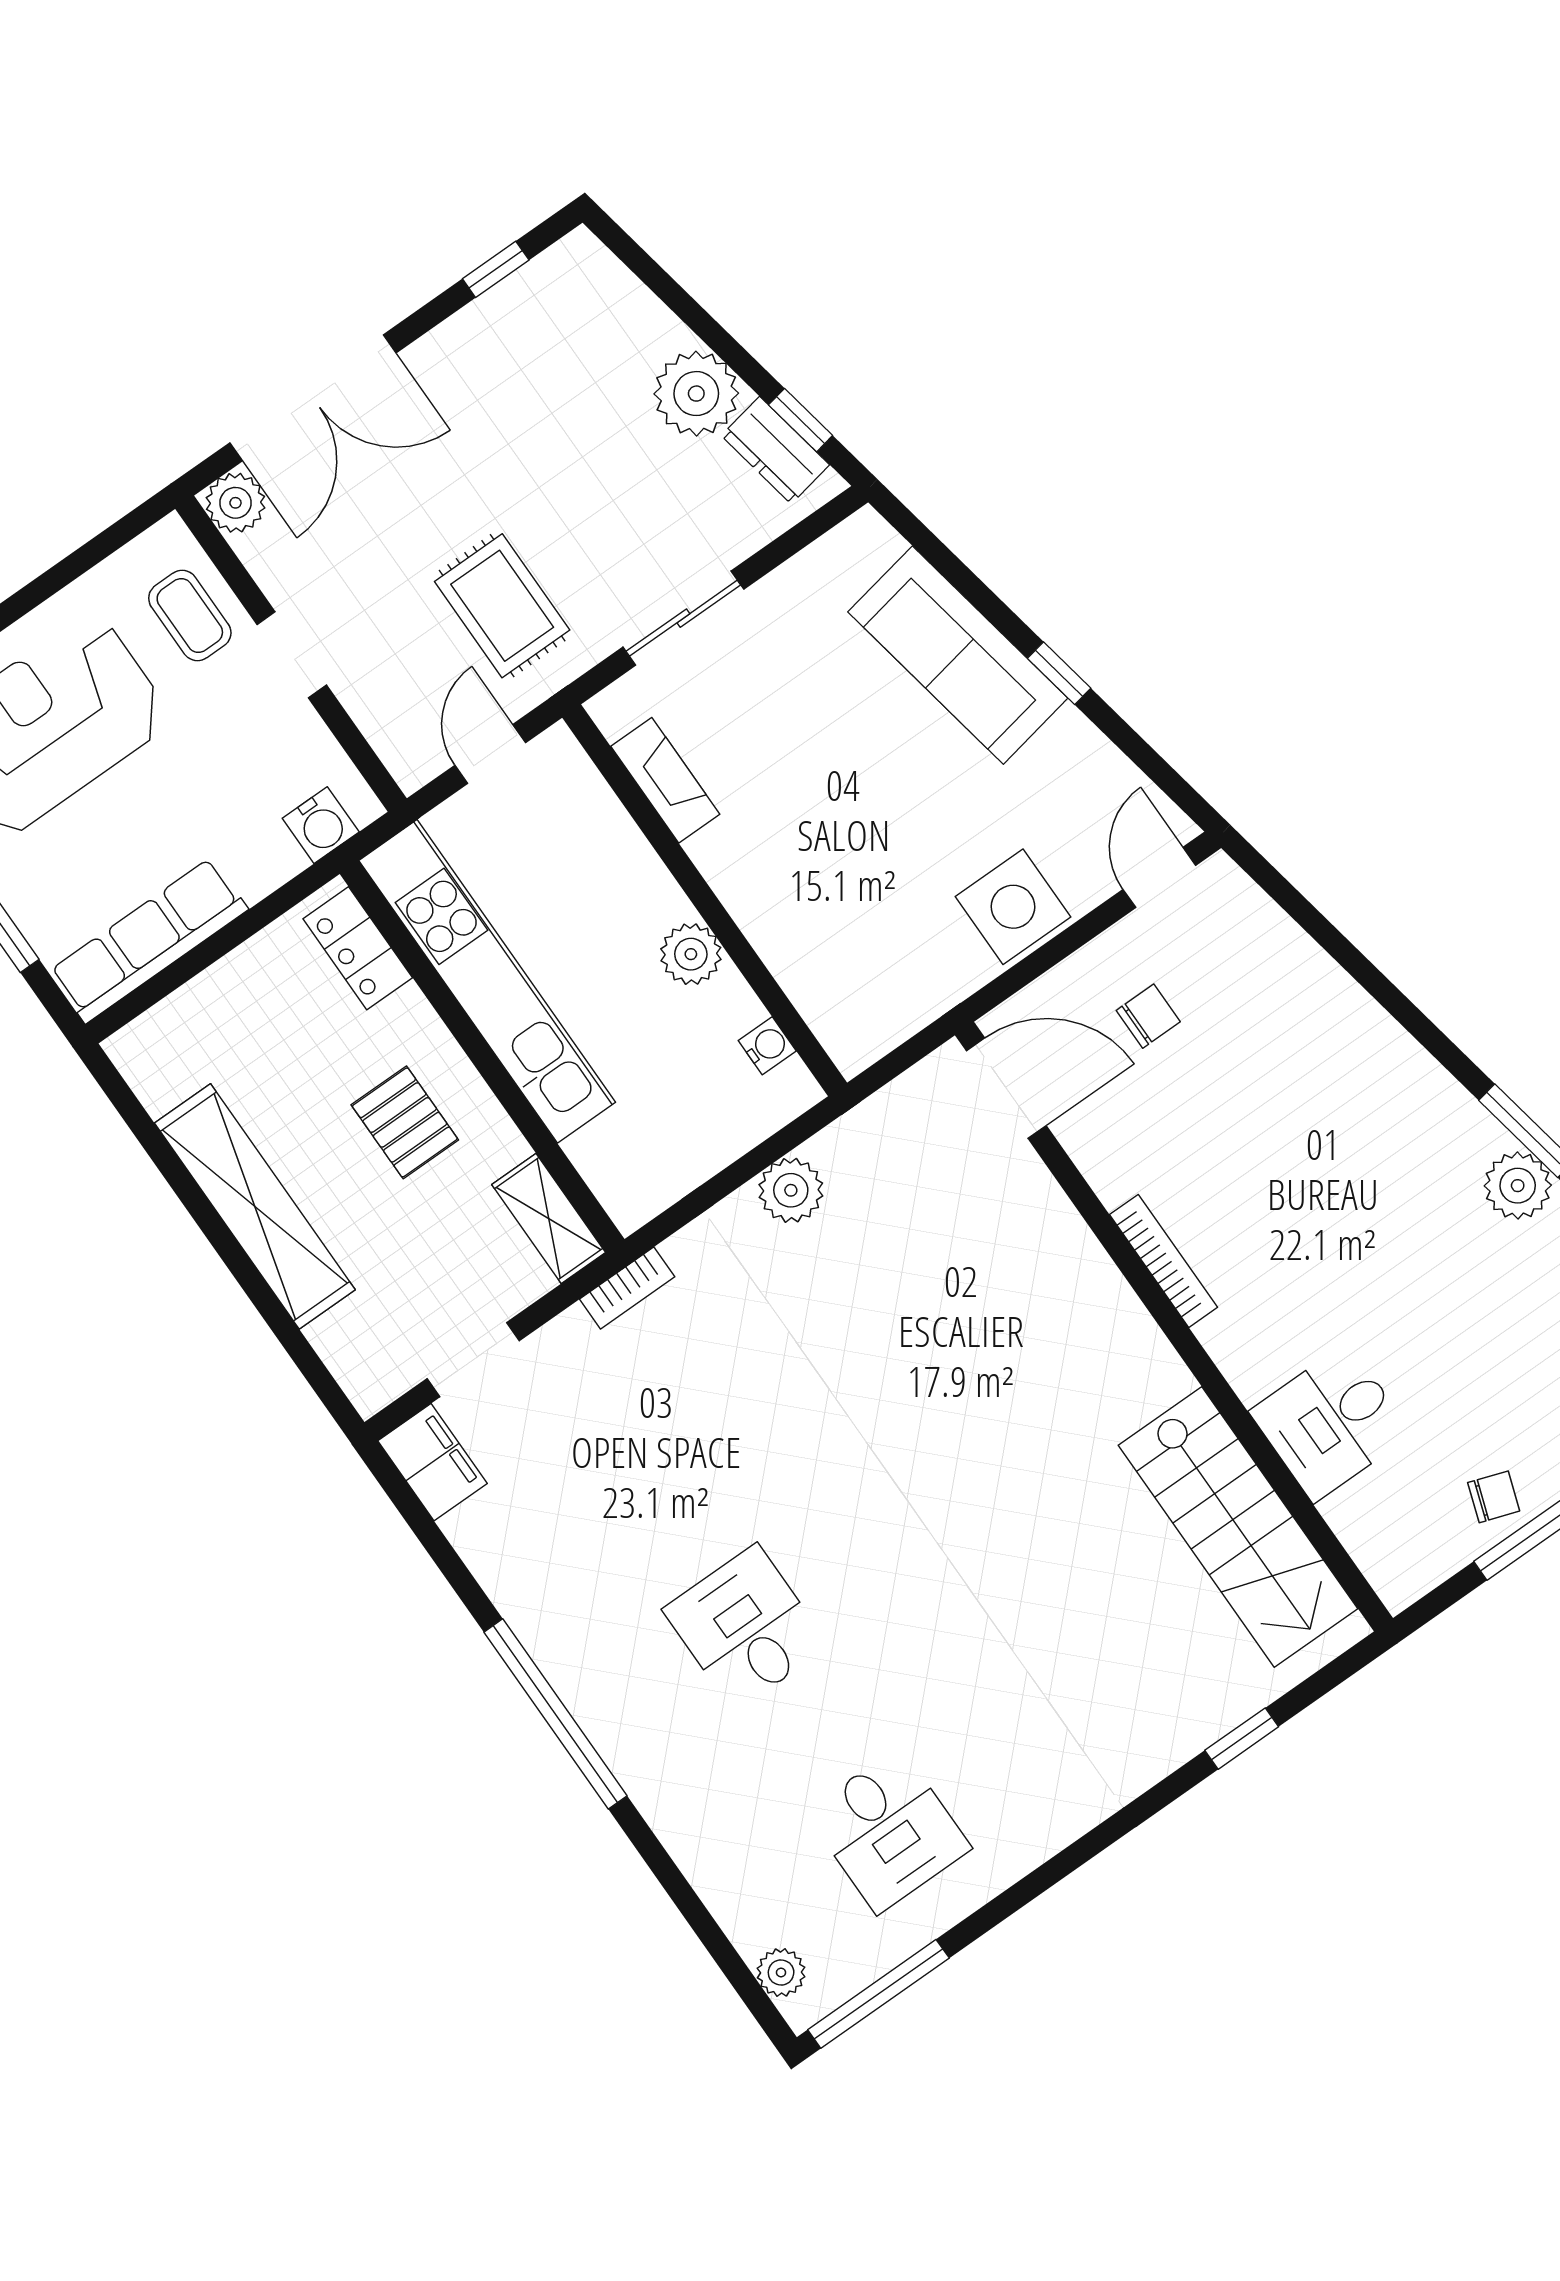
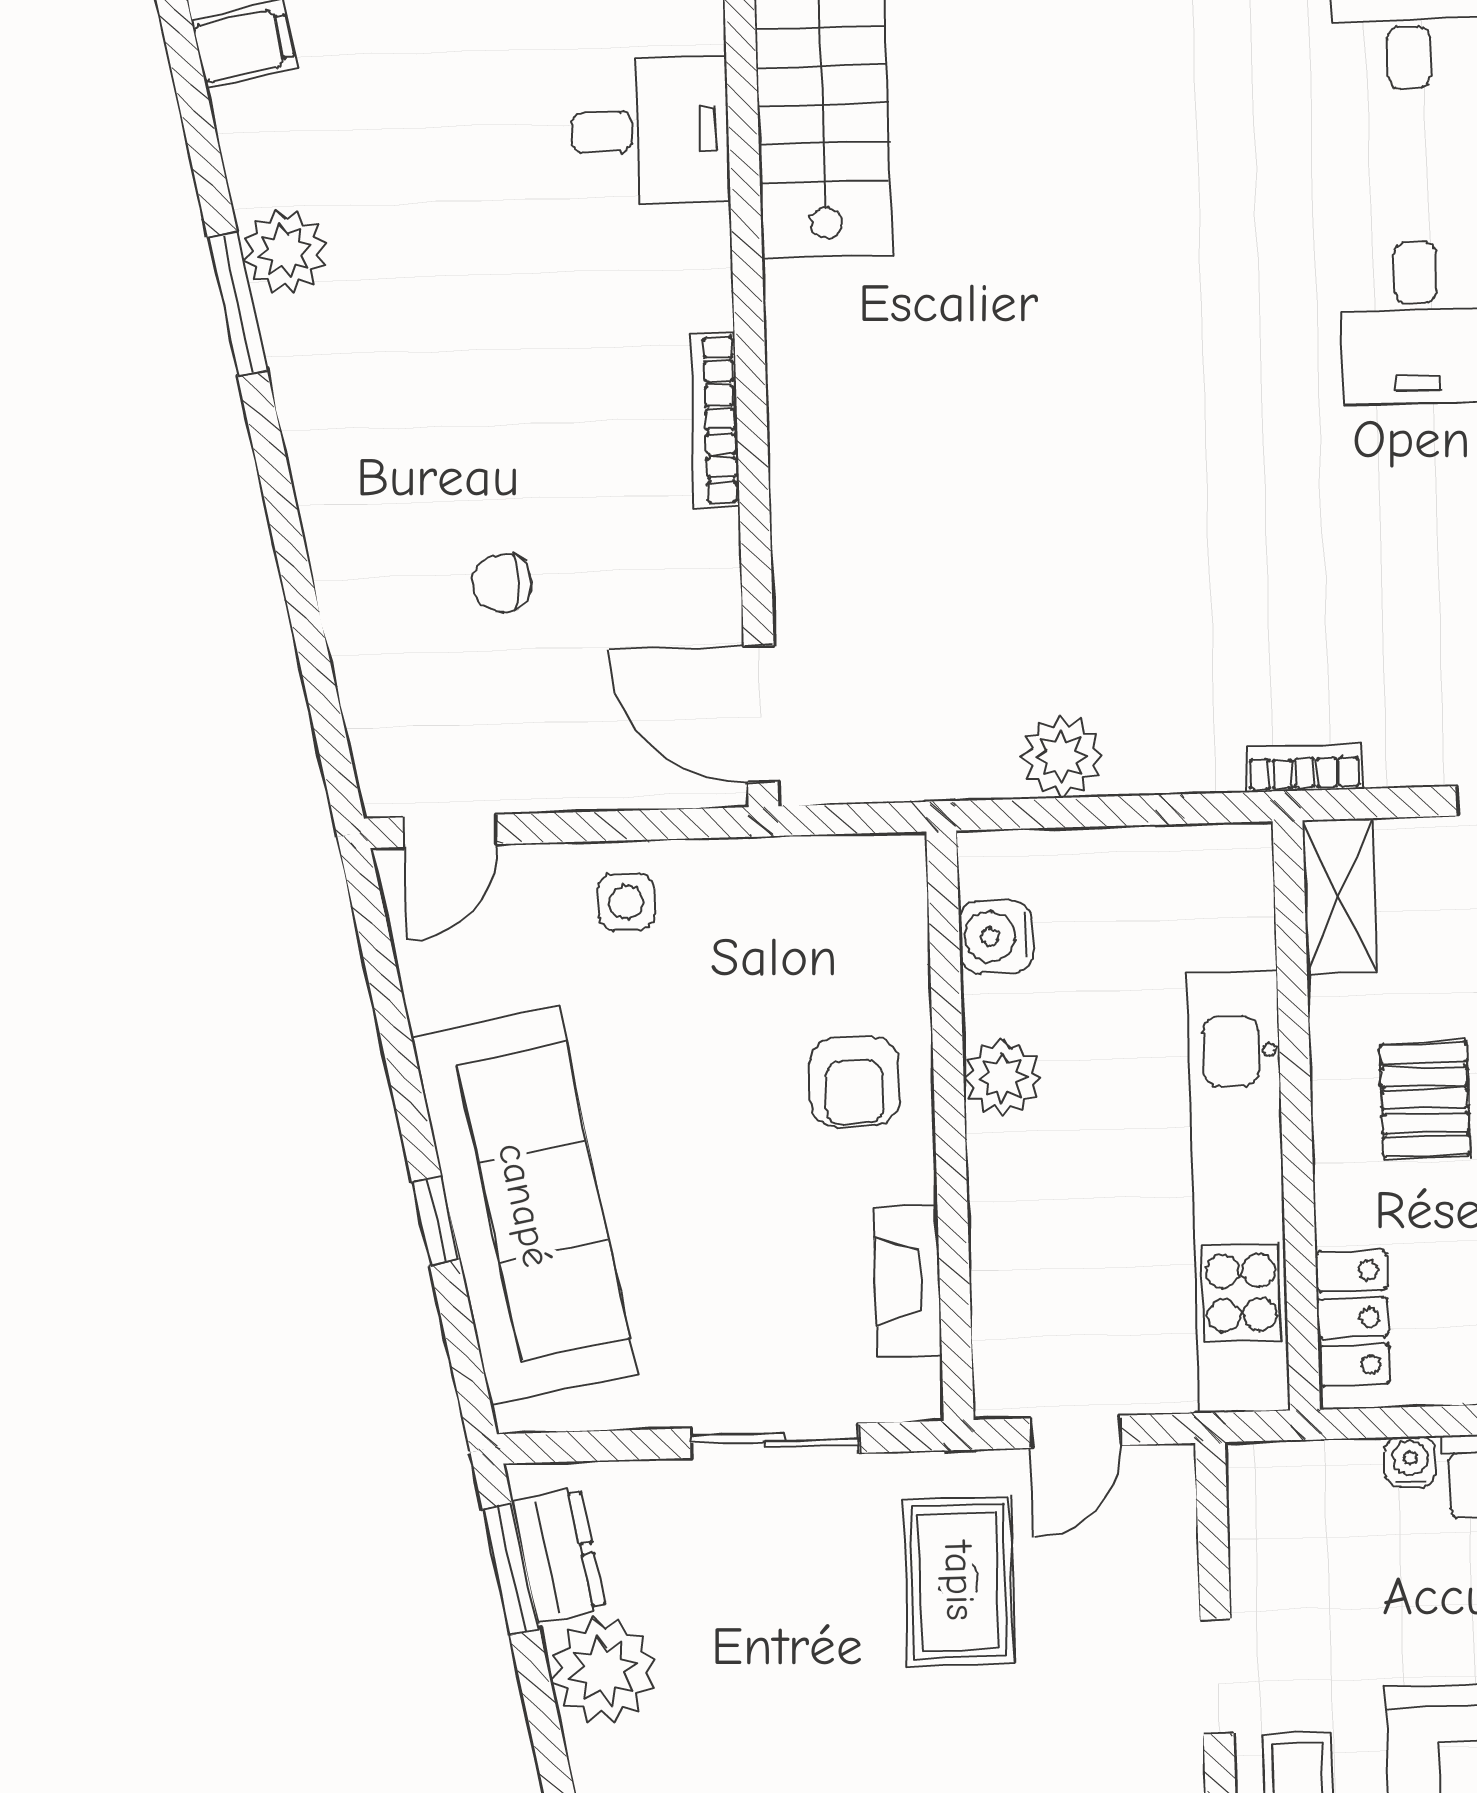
window: (801, 420) -> (511, 1569), width x1.50
sofa: (958, 655) -> (524, 1205), width x1.36, depth x1.27
window: (1059, 673) -> (435, 1220), moved
water cooler: (321, 825) -> (1410, 1462), moved, width x0.72, depth x0.72
armchair: (786, 888) -> (854, 1082), added
side table: (1013, 907) -> (626, 902), width x0.54, depth x0.54
chair: (1148, 1016) -> (502, 583), moved
water cooler: (767, 1046) -> (996, 937), width x1.38, depth x1.38

